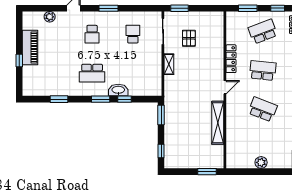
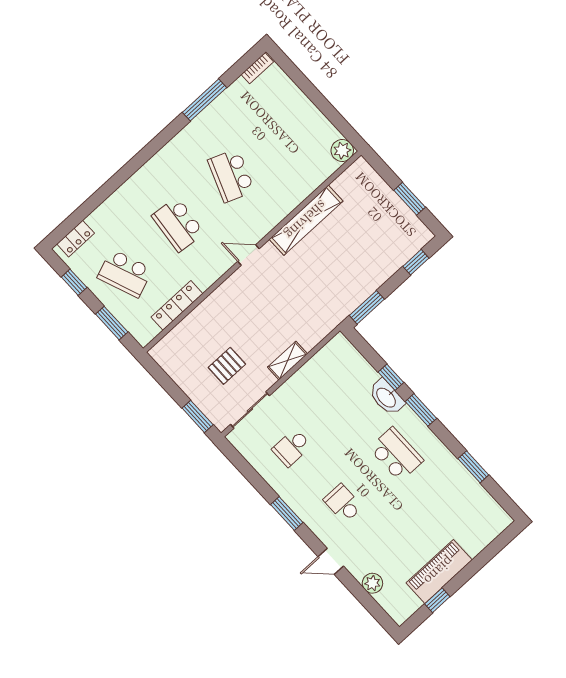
school desk: (92, 34) -> (343, 503), turned -90
locker: (231, 59) -> (177, 305), moved
window: (19, 61) -> (437, 600), moved
plant: (261, 162) -> (342, 151), moved
window: (207, 172) -> (410, 199), moved

